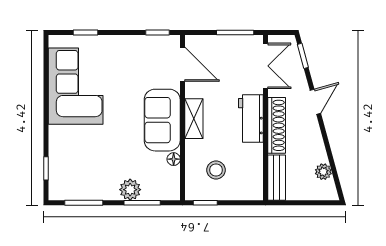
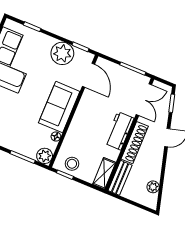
plant: (138, 50) -> (62, 53), added
shelving: (194, 119) -> (104, 173), moved
stool: (216, 170) -> (72, 164), moved
plant: (130, 190) -> (45, 156), moved

